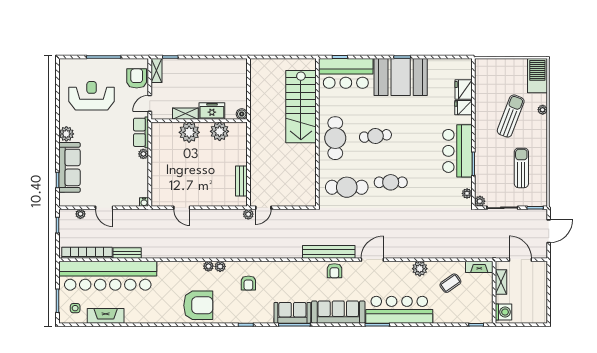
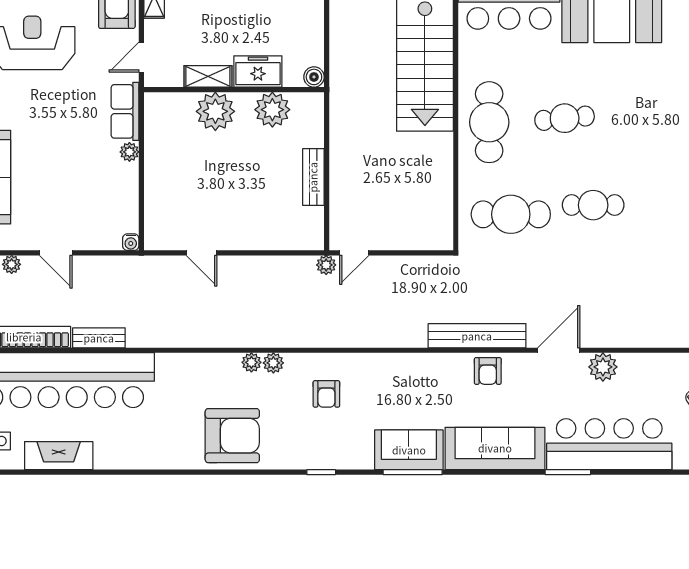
bench: (241, 181) -> (313, 177), moved
plant: (420, 269) -> (603, 367), moved

